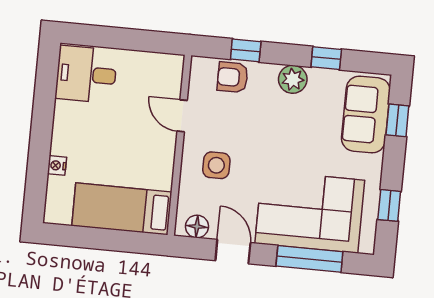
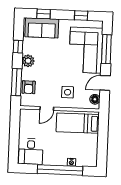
window: (246, 50) -> (17, 82), width x2.17
window: (41, 138) -> (60, 170), added
bed: (122, 209) -> (78, 123), moved, turned 90

